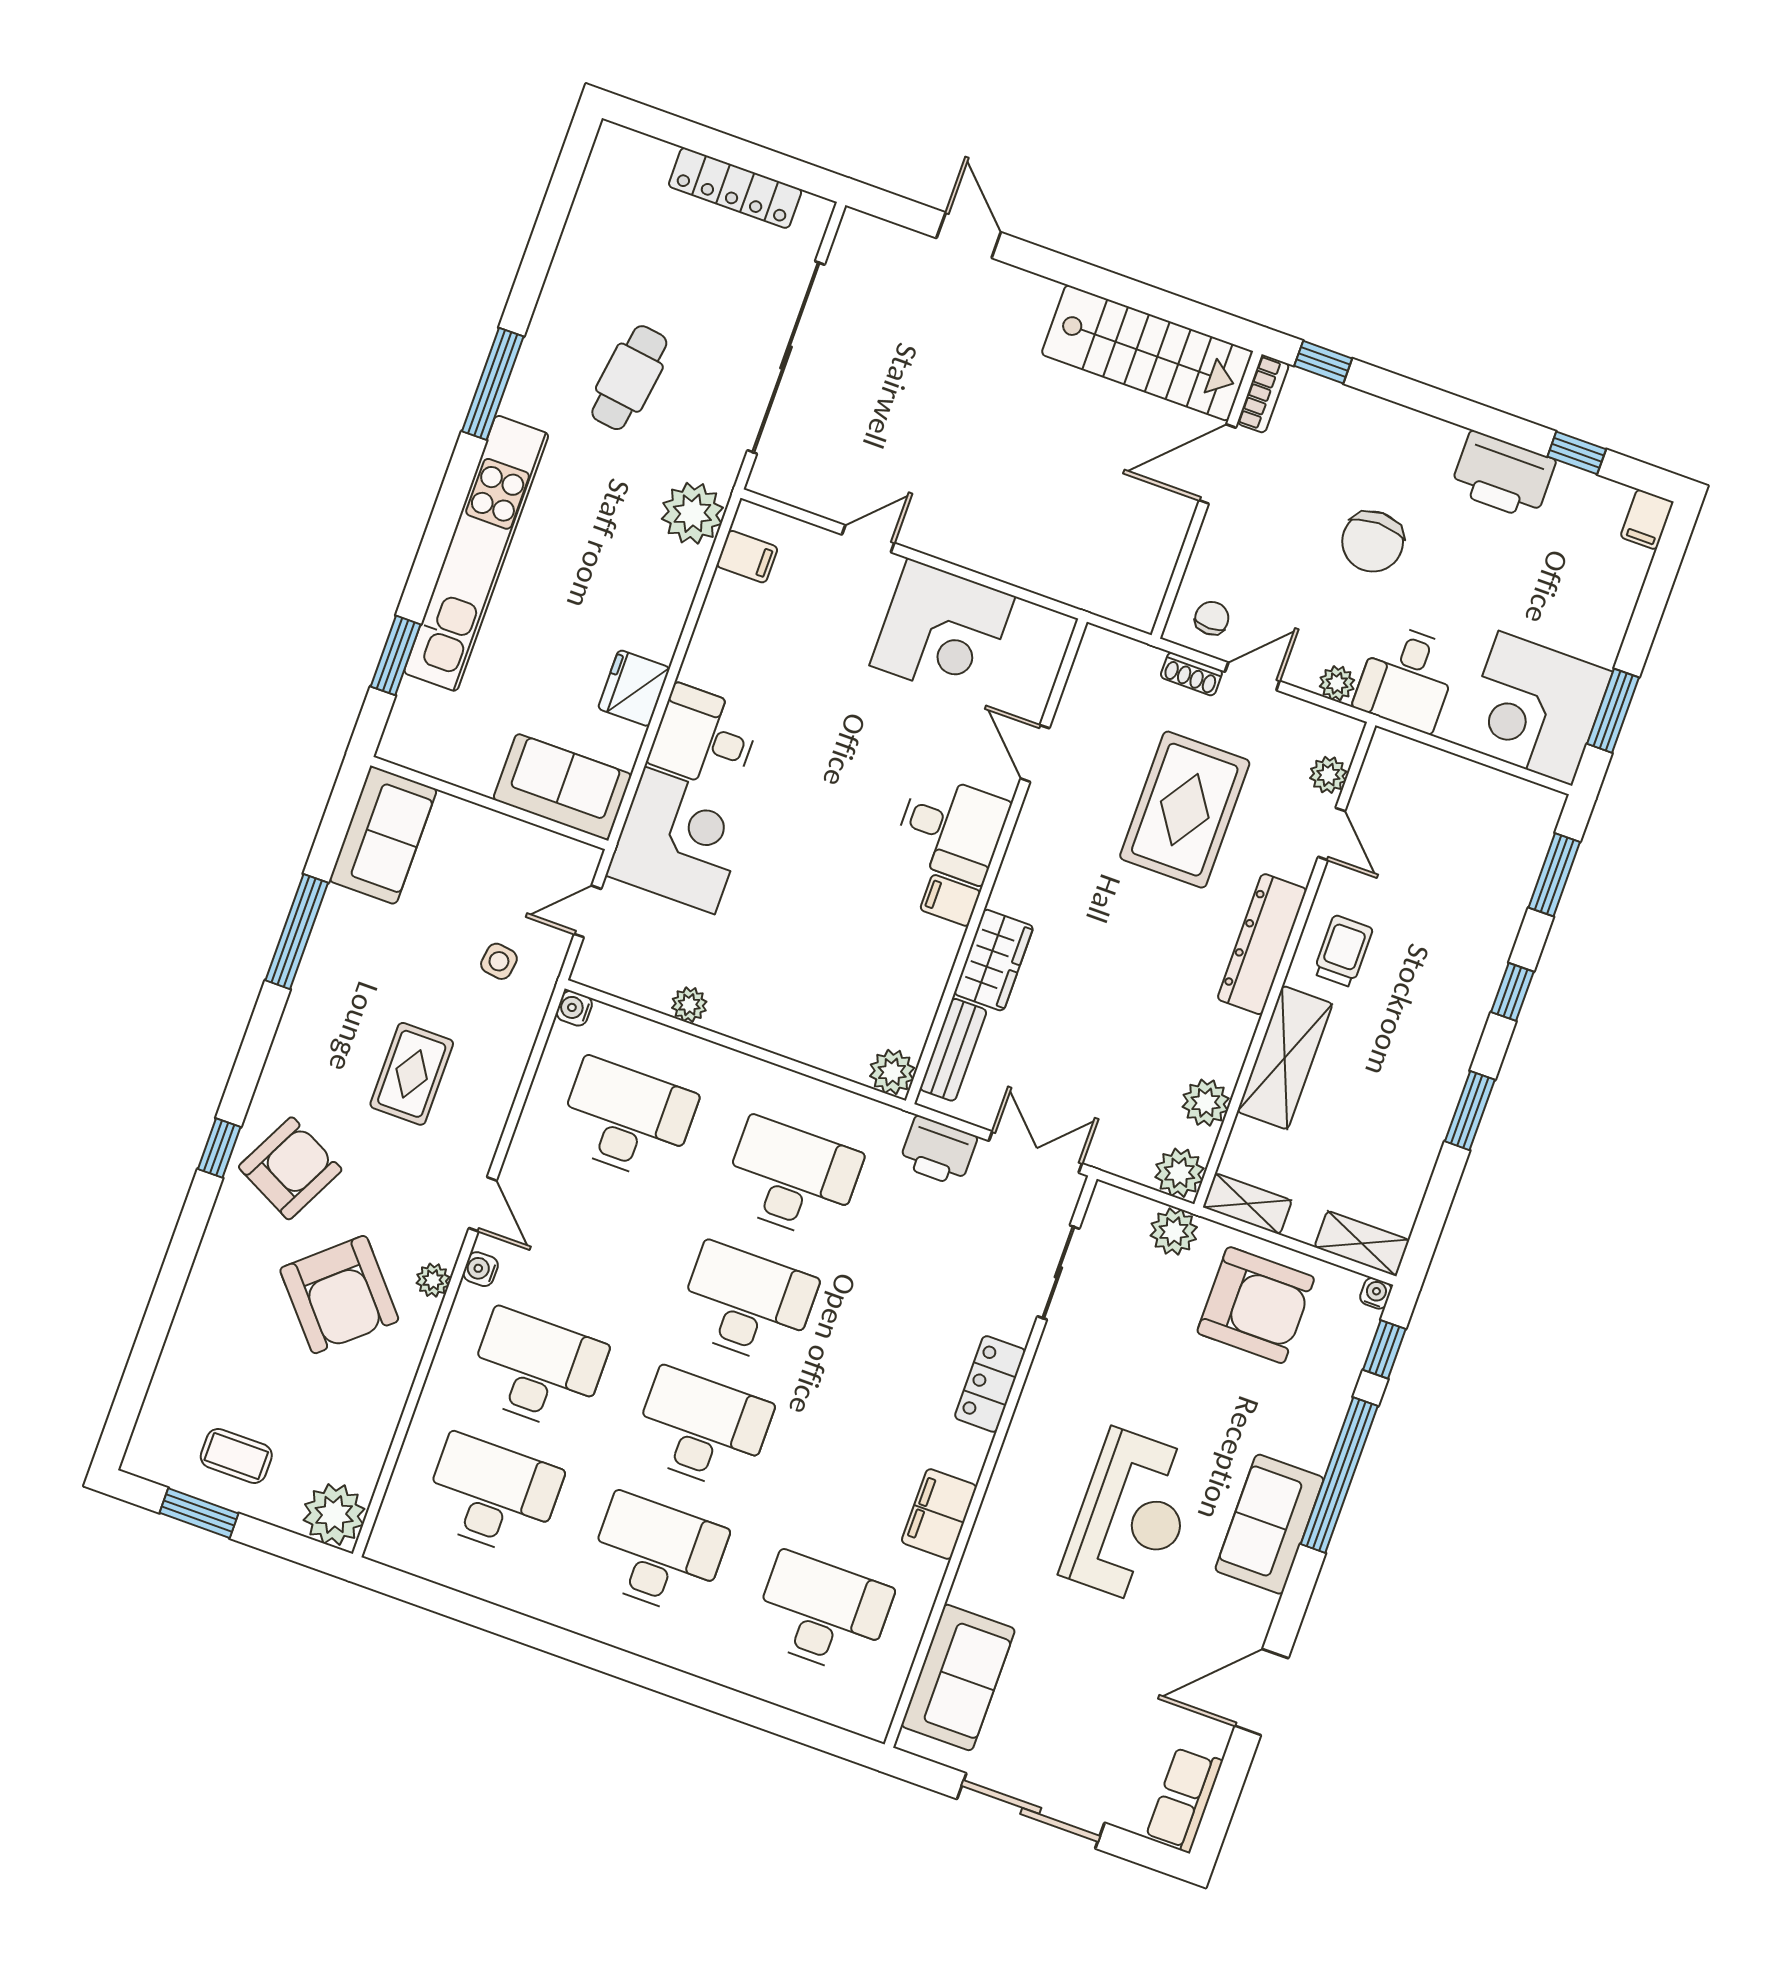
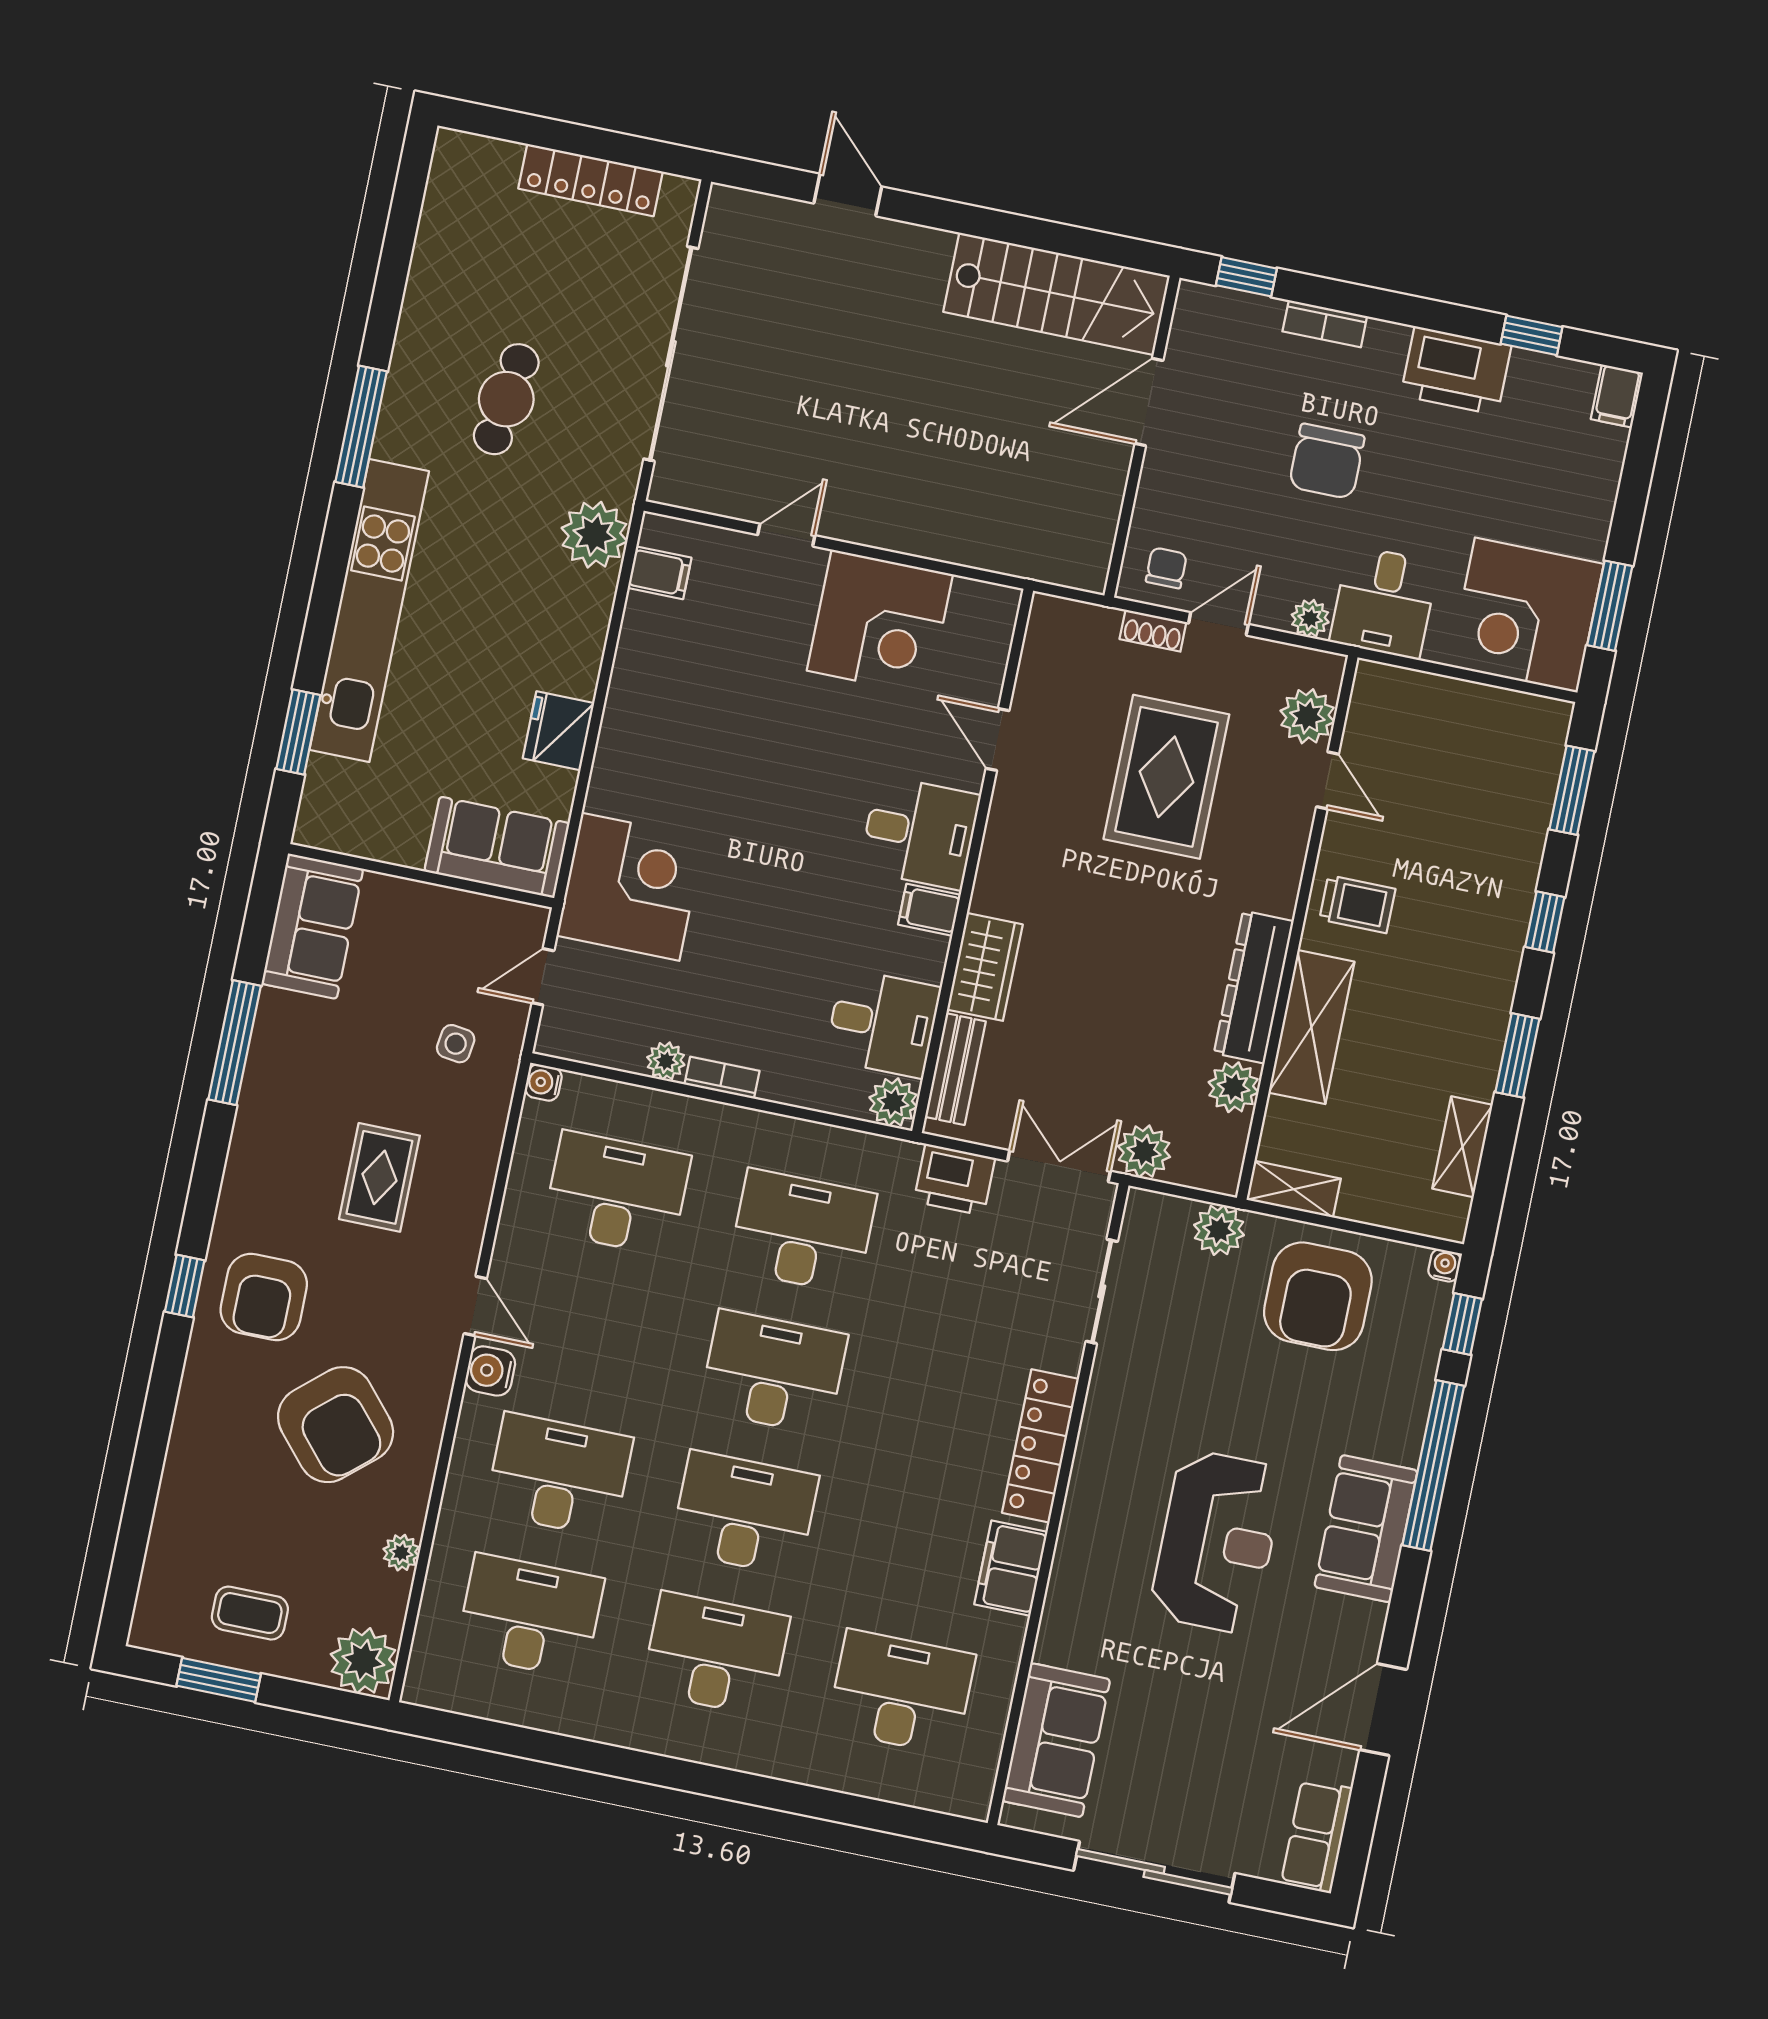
bookcase: (1263, 394) -> (1325, 324), moved, turned 90
desk: (704, 738) -> (883, 1023), moved, turned 180
plant: (1328, 775) -> (1307, 716), width x1.38, depth x1.38
dresser: (1262, 944) -> (1254, 987), moved
trolley: (1343, 951) -> (1357, 904), turned 90
bookcase: (739, 1027) -> (722, 1078), added
armchair: (290, 1168) -> (264, 1297), turned 153
plant: (1179, 1173) -> (1144, 1152), moved
shelving: (1362, 1243) -> (1463, 1147), moved, turned 90
water cooler: (481, 1269) -> (490, 1371), width x1.38, depth x1.38
plant: (433, 1280) -> (401, 1553), moved
armchair: (1256, 1305) -> (1318, 1296), turned 90
locker: (990, 1384) -> (1040, 1446), width x1.53

